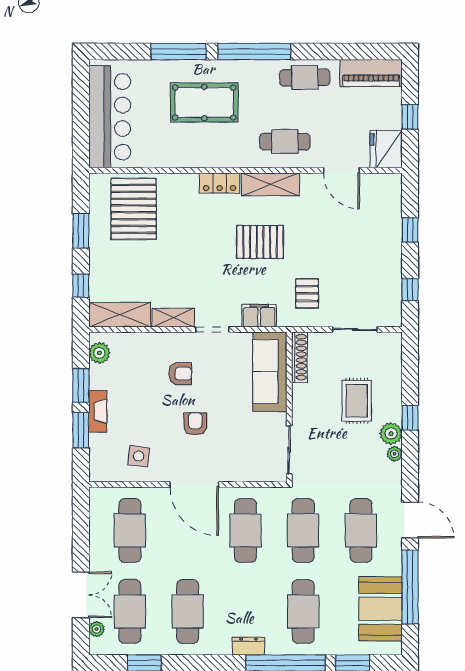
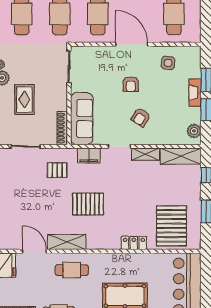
locker: (220, 183) -> (134, 243), moved
shelving: (270, 184) -> (67, 242), moved
pallet: (307, 293) -> (57, 170), turned 90
armchair: (180, 374) -> (141, 117), turned -58

